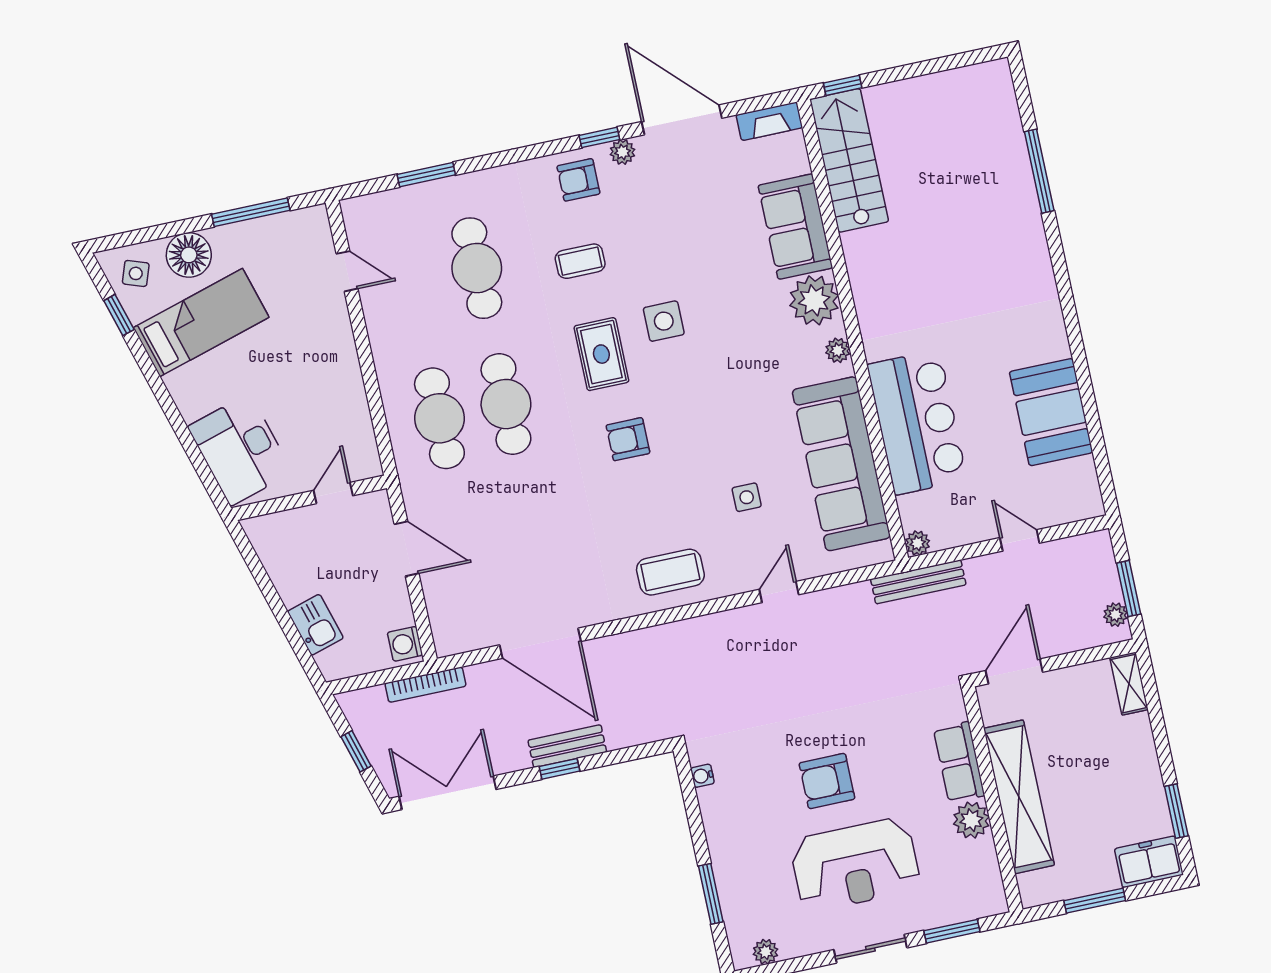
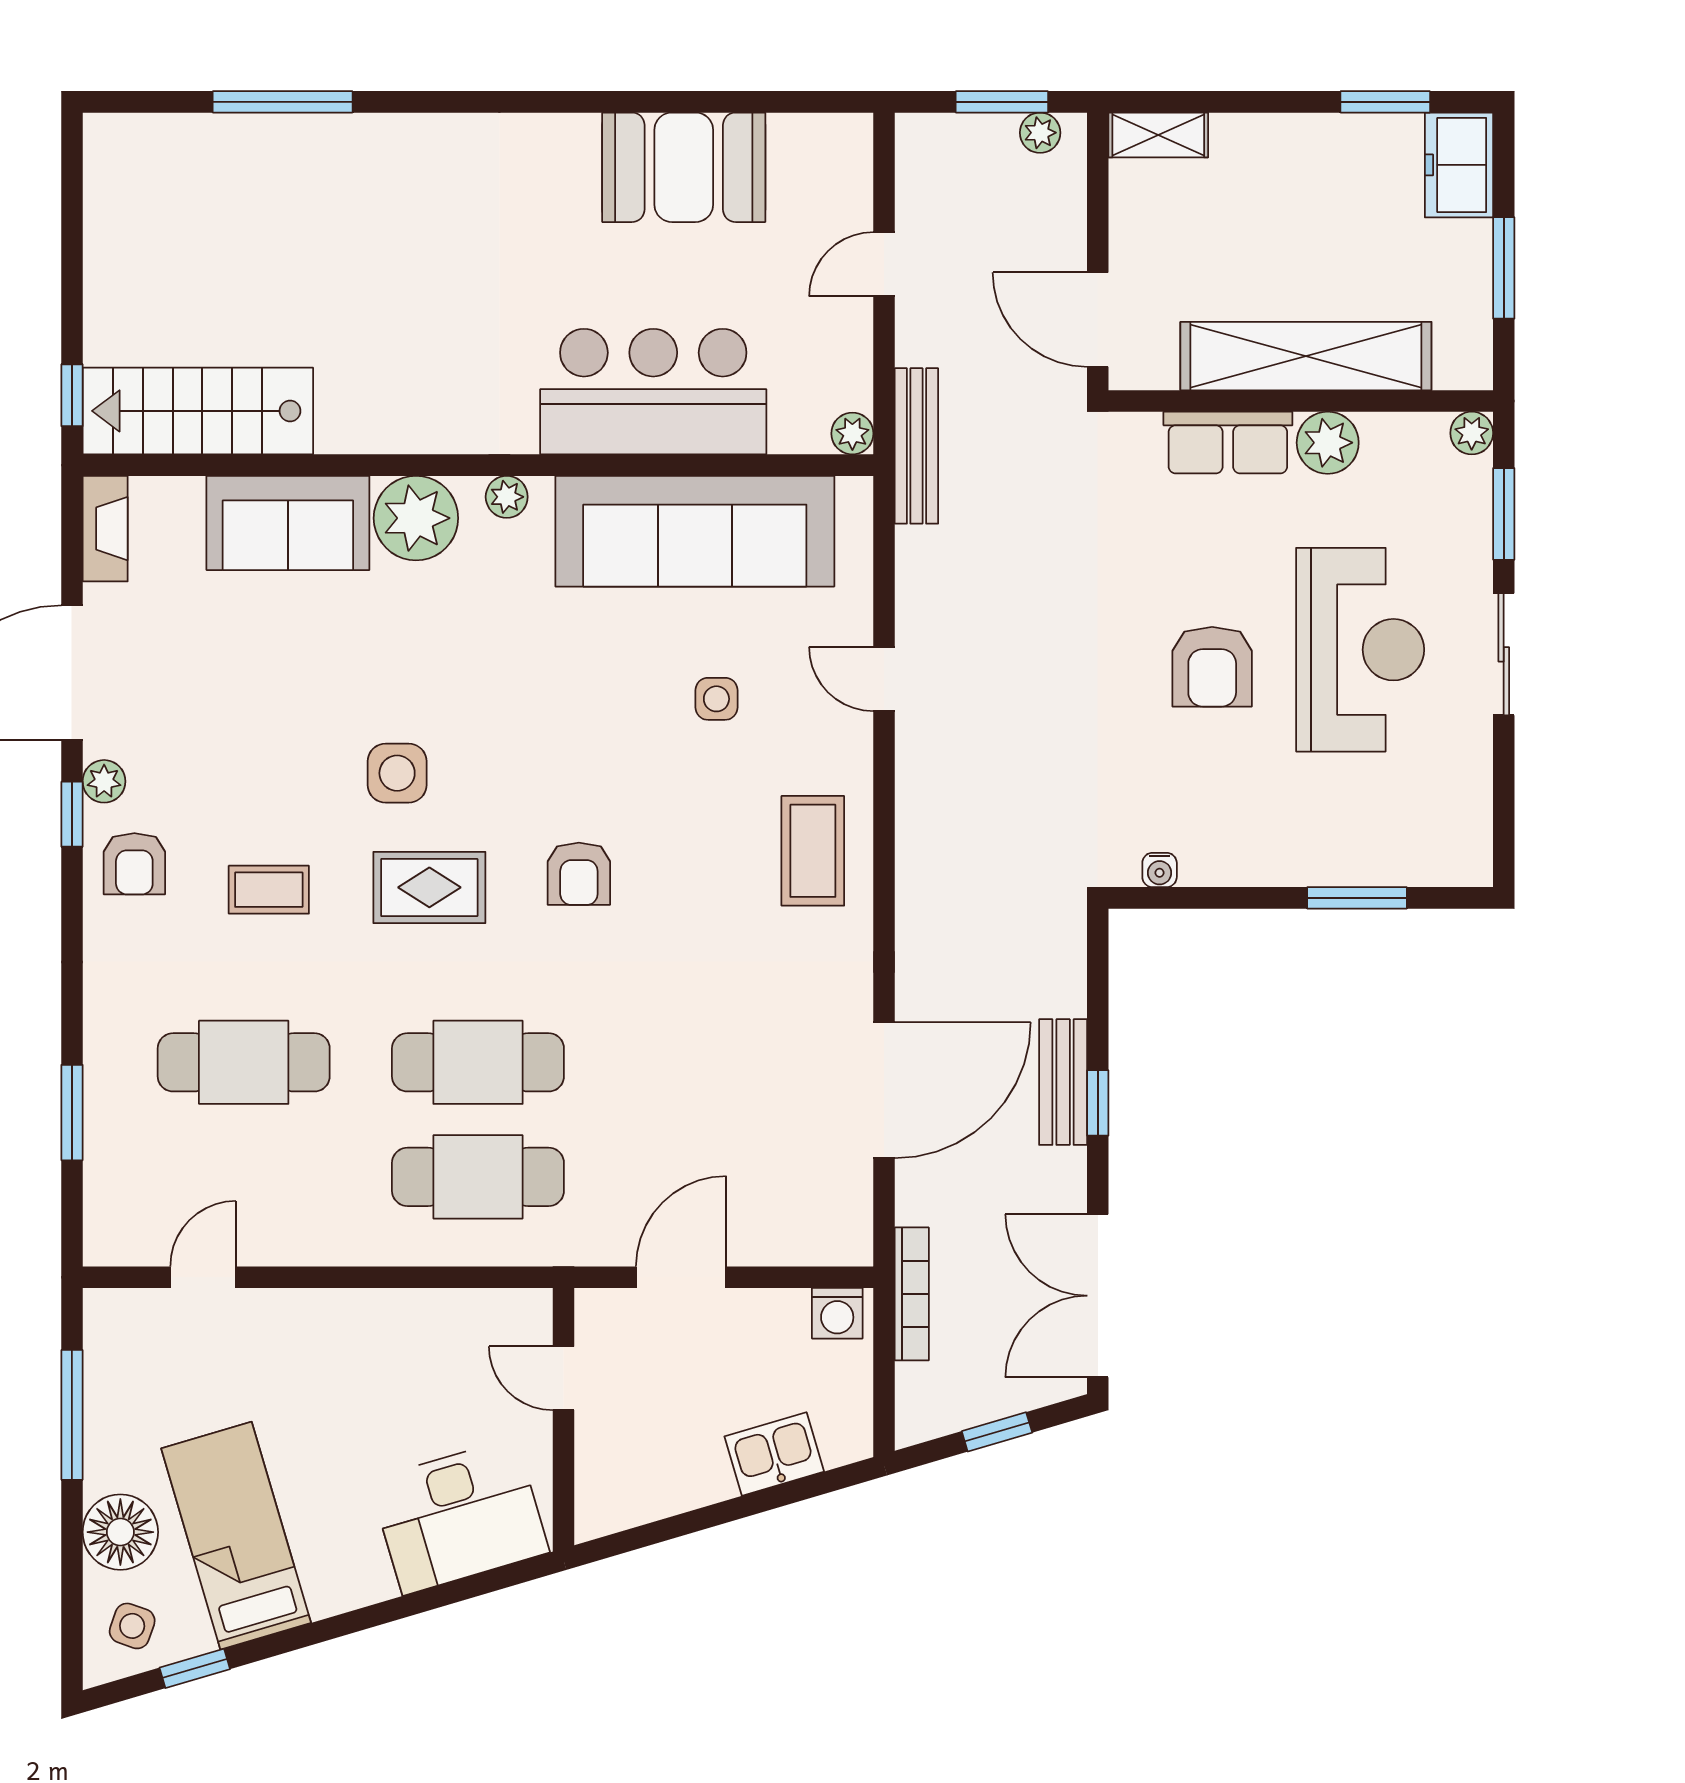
coffee table: (580, 261) -> (269, 890), turned 90
plant: (766, 952) -> (1472, 433), moved

